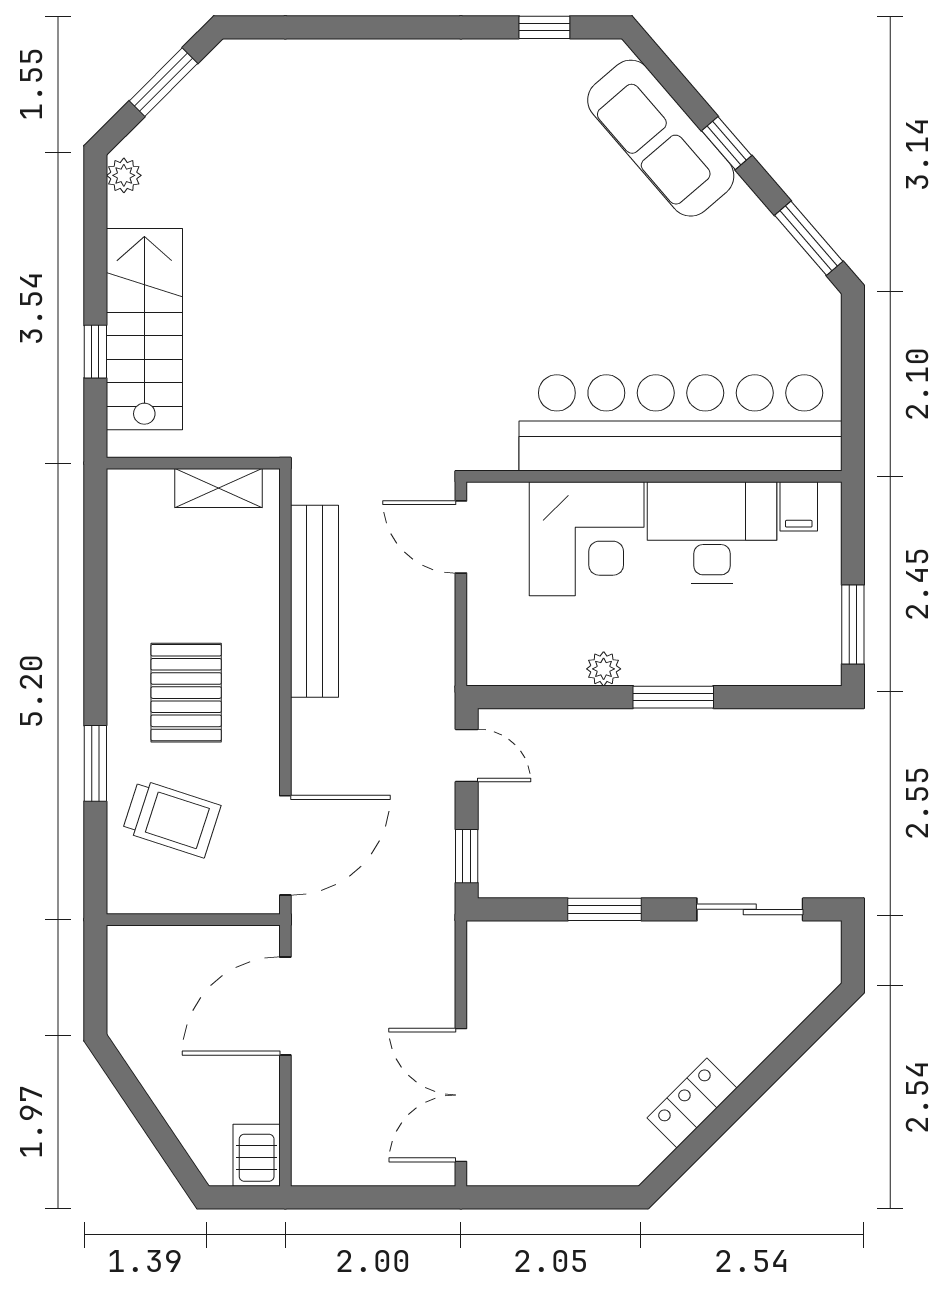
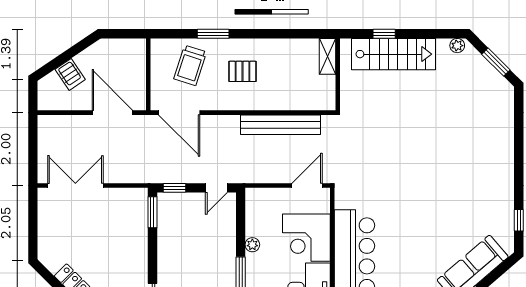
shelving: (218, 488) -> (327, 56), moved
pallet: (186, 693) -> (242, 71), width x0.67, depth x0.71
window: (605, 909) -> (152, 212), moved
server rack: (257, 1155) -> (70, 74), moved, turned 56

